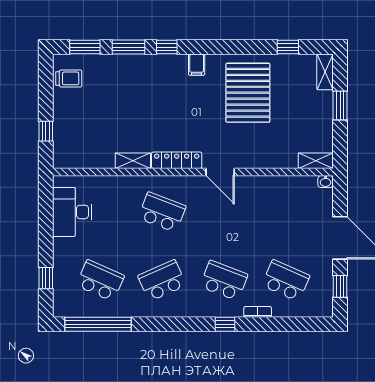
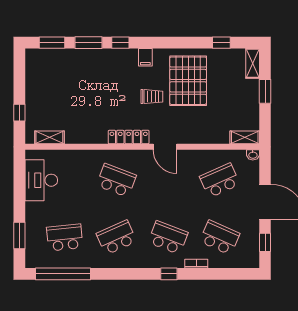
trolley: (69, 78) -> (152, 97), moved
shelving: (133, 161) -> (49, 137), moved
school desk: (286, 212) -> (220, 180), added
window: (46, 278) -> (19, 235), width x1.50
school desk: (100, 281) -> (65, 238), turned -30

